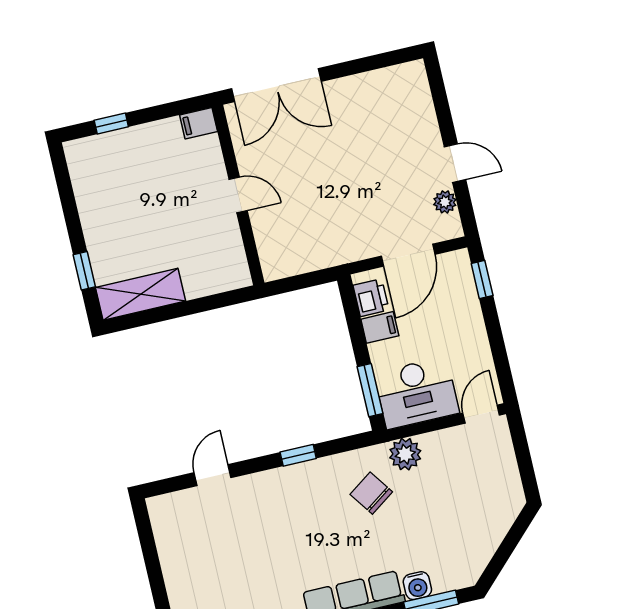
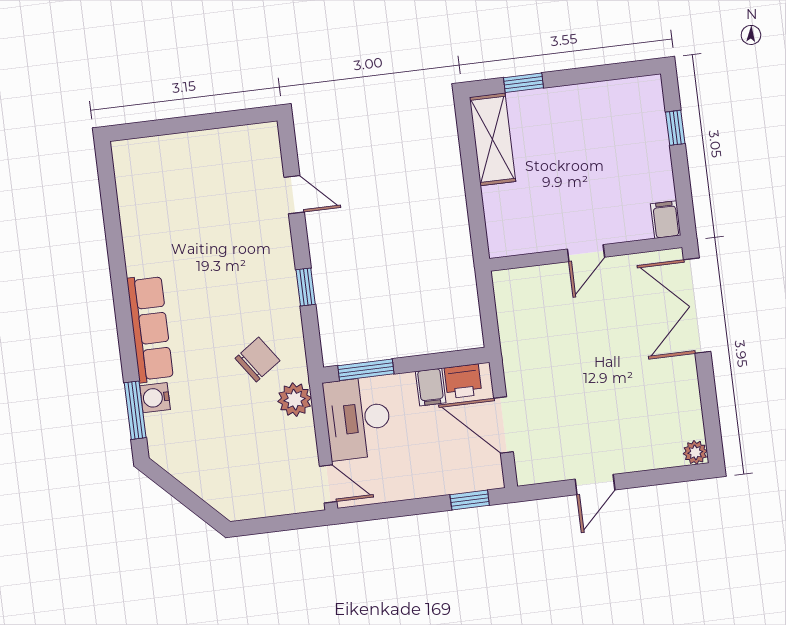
plant: (445, 202) -> (695, 452), moved

